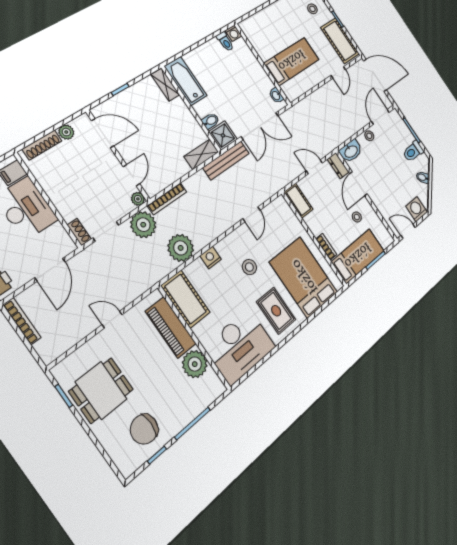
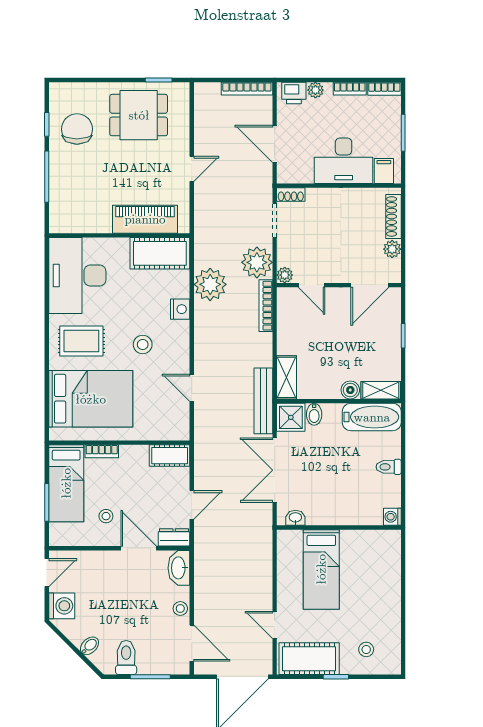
toilet: (225, 42) -> (389, 467), moved
boiler: (179, 106) -> (350, 390), added
plant: (195, 364) -> (96, 218), removed
dining table: (101, 390) -> (139, 115), turned 90

